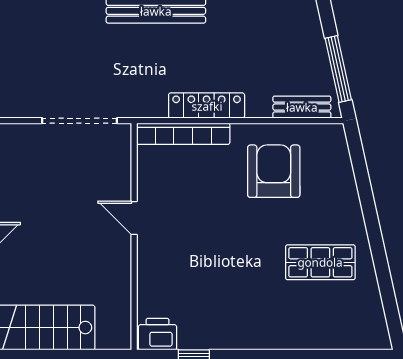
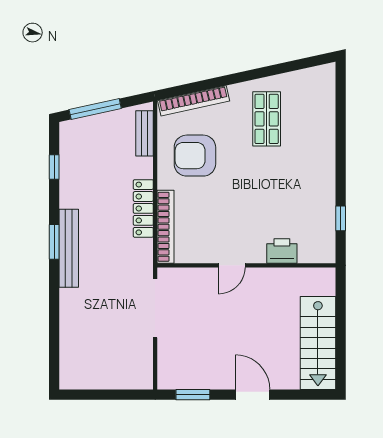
window: (338, 69) -> (95, 109), moved
bookcase: (343, 169) -> (194, 101), added
printer: (158, 334) -> (282, 251), moved, turned 90

